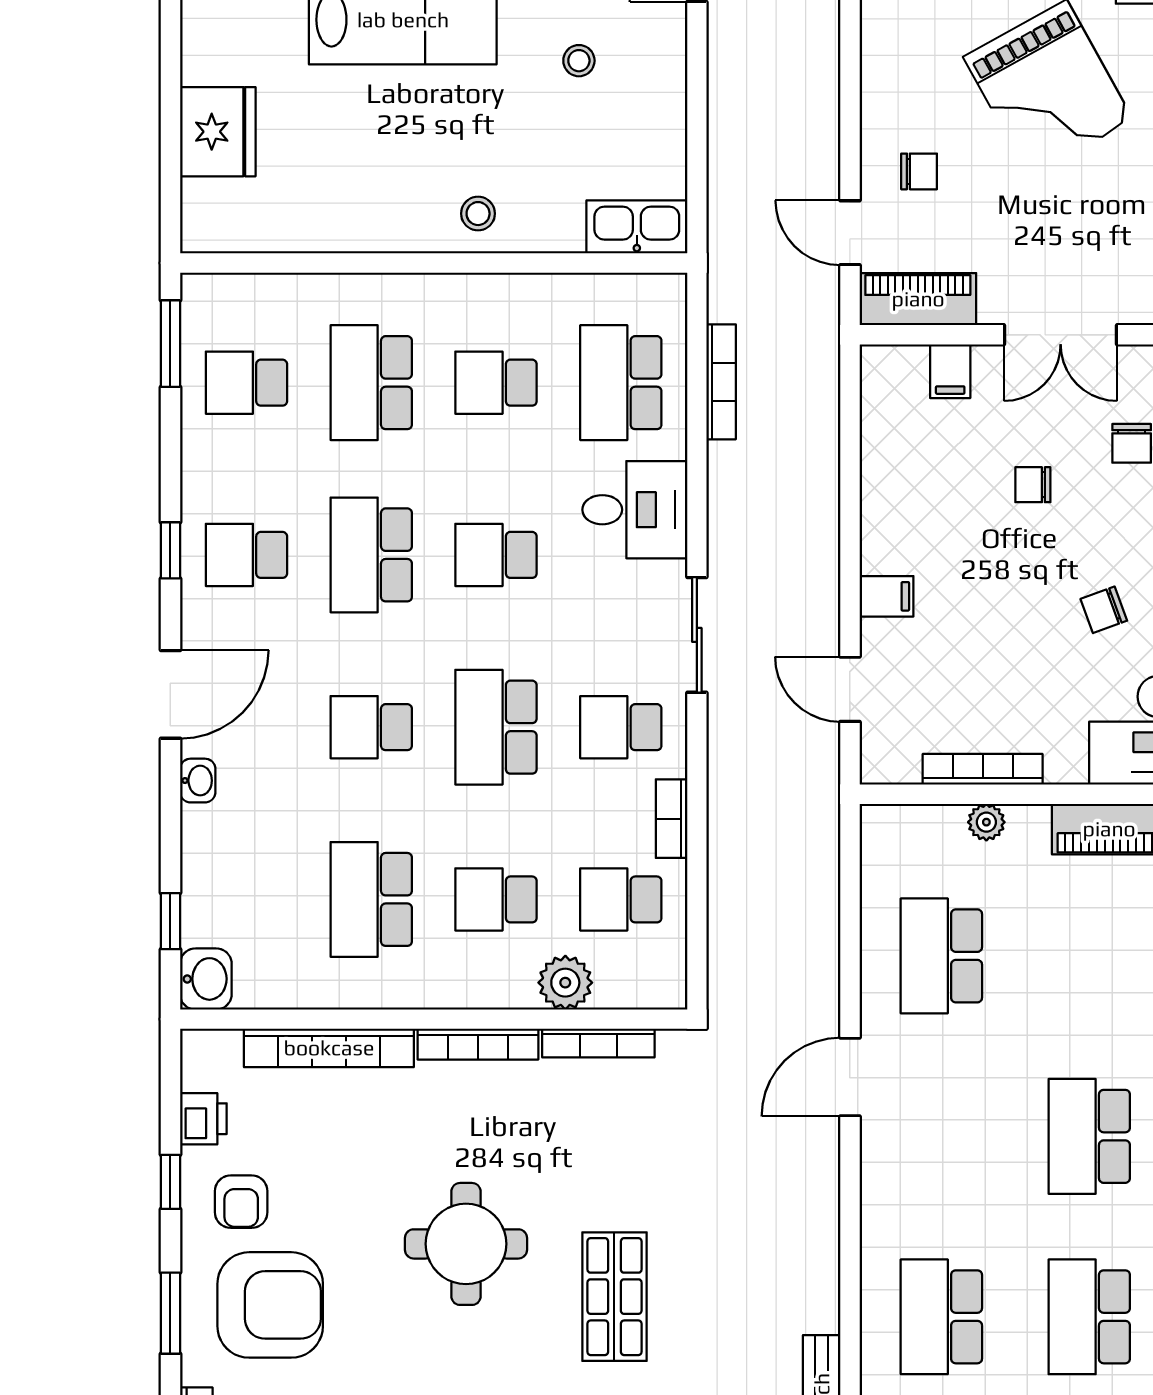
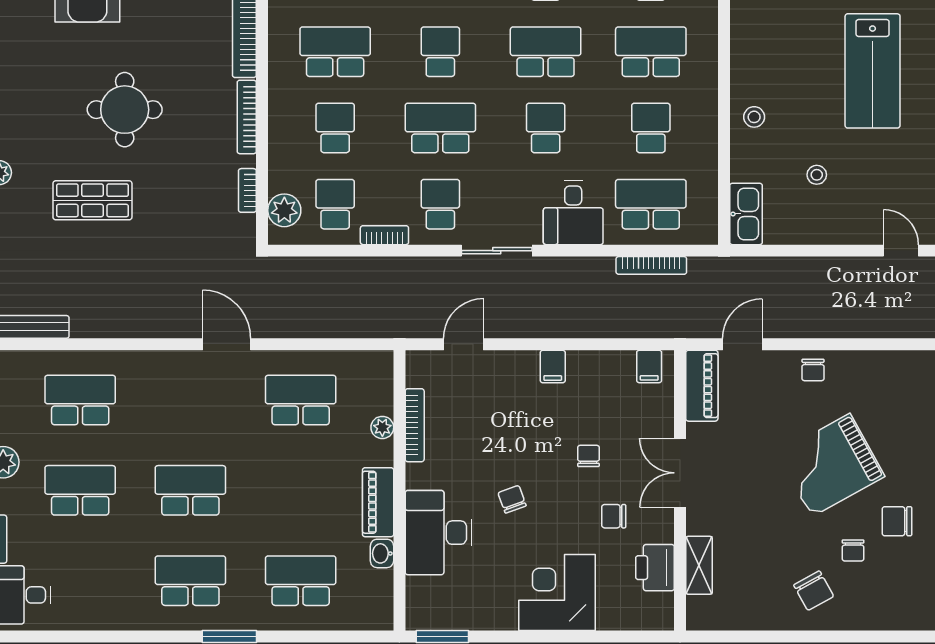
stool: (579, 61) -> (817, 175), moved
chair: (919, 171) -> (813, 370), moved
filing cabinet: (950, 371) -> (649, 366), moved, turned -90
filing cabinet: (886, 596) -> (553, 366), moved
plant: (565, 983) -> (284, 210), moved
bookcase: (598, 1043) -> (247, 190), width x0.64

